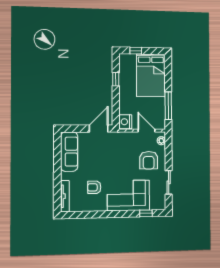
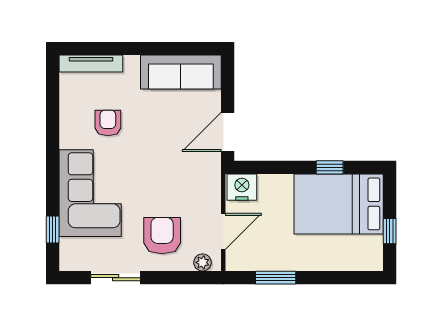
window: (136, 51) -> (390, 231), moved
bed: (151, 75) -> (339, 204), moved
window: (168, 106) -> (276, 278), width x0.69
door: (99, 129) -> (228, 132), swing flipped
armchair: (149, 160) -> (162, 236), turned 90

